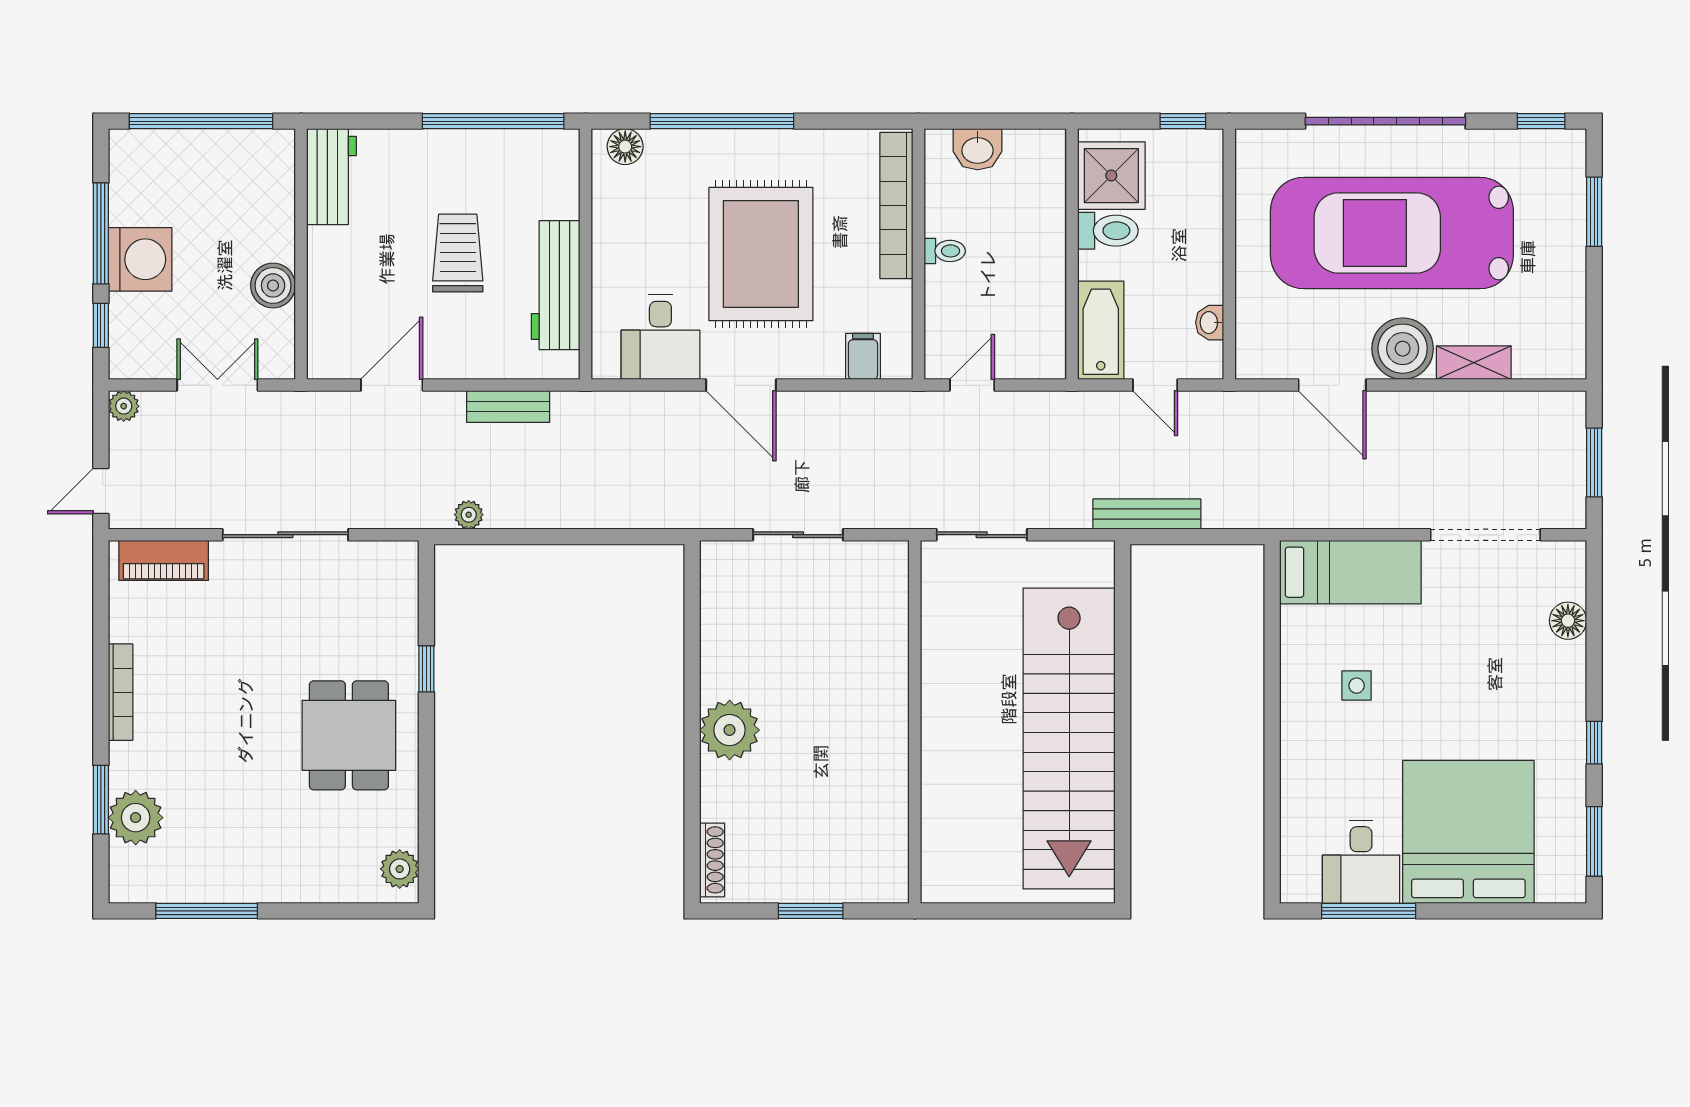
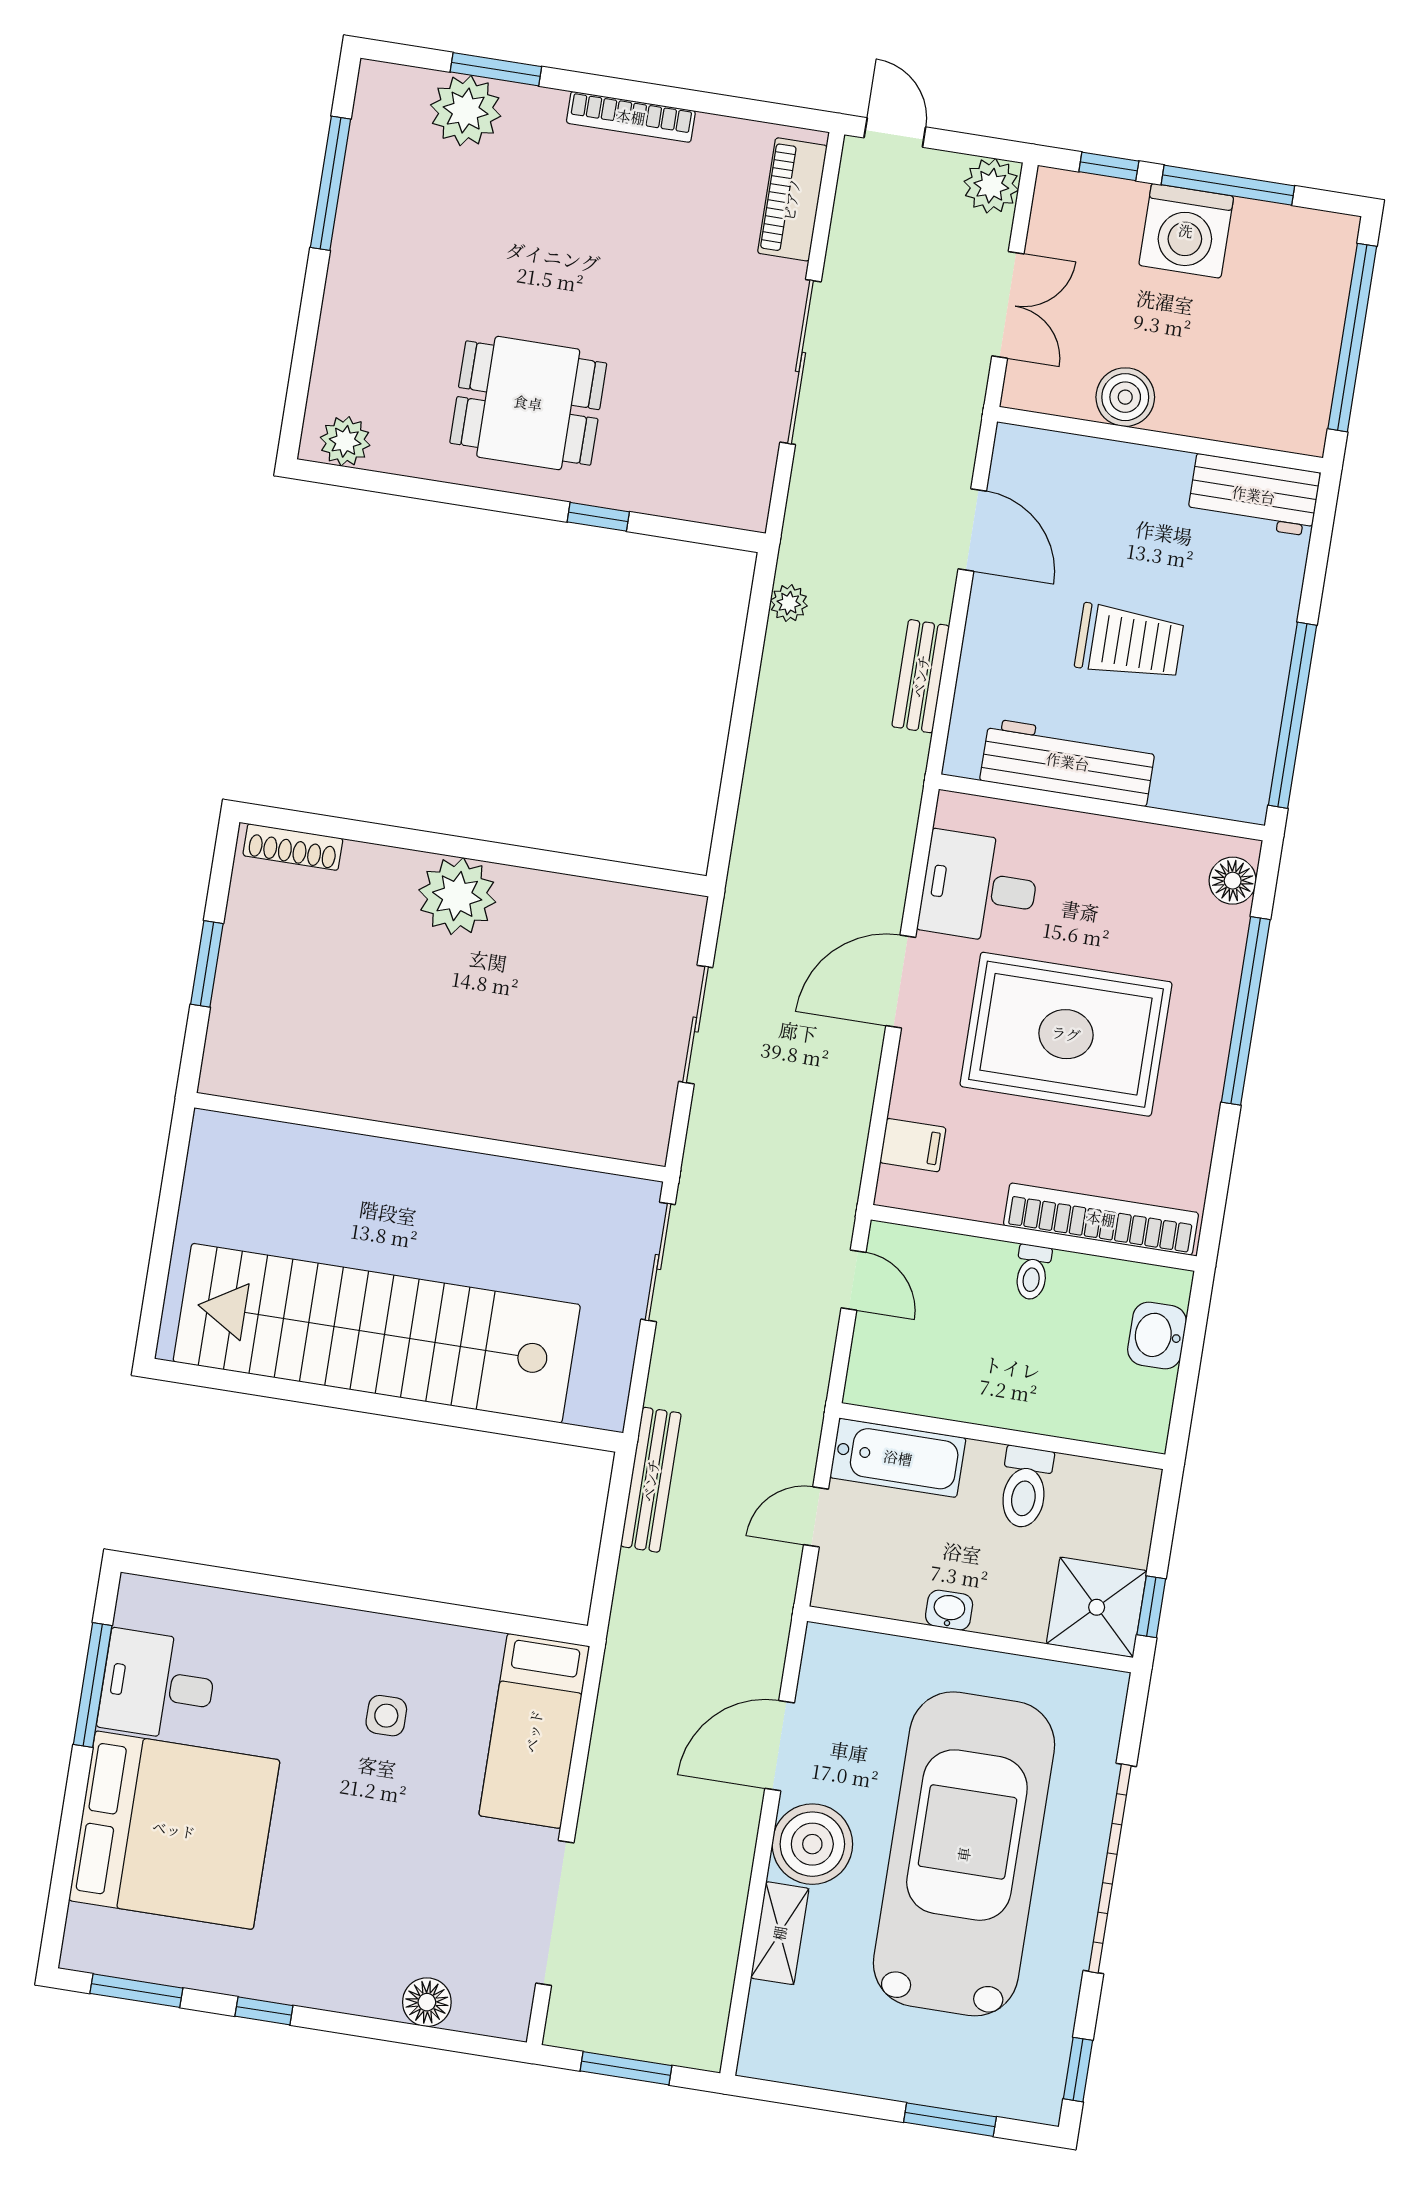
shower: (1111, 176) -> (1097, 1607), moved
washbasin: (1210, 323) -> (949, 1610), moved
plant: (124, 406) -> (991, 186), width x1.38, depth x1.38

